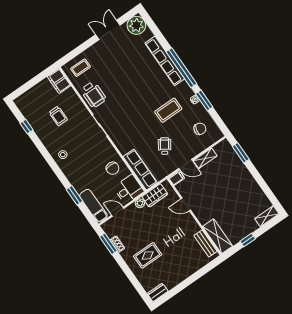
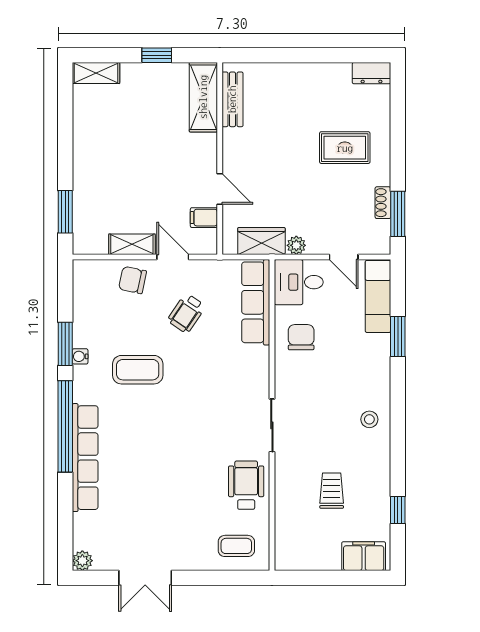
plant: (136, 25) -> (82, 561), width x0.53, depth x0.53
filing cabinet: (59, 81) -> (364, 556), moved, turned -90
chair: (200, 129) -> (133, 280), moved
filing cabinet: (177, 178) -> (204, 218), moved

